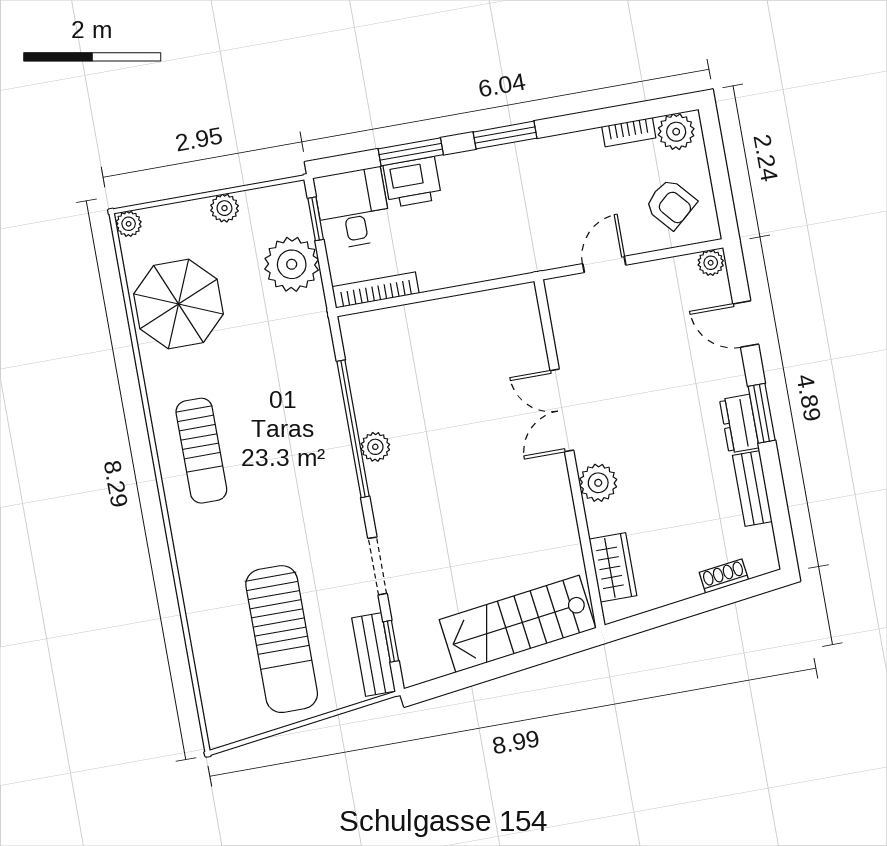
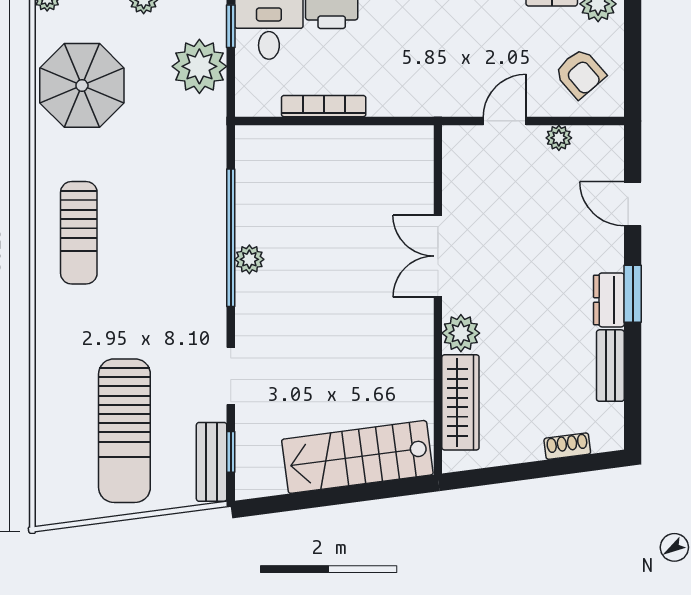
plant: (711, 263) -> (559, 138), moved
bookcase: (376, 290) -> (324, 106), moved
wardrobe: (613, 567) -> (460, 402), width x1.50

